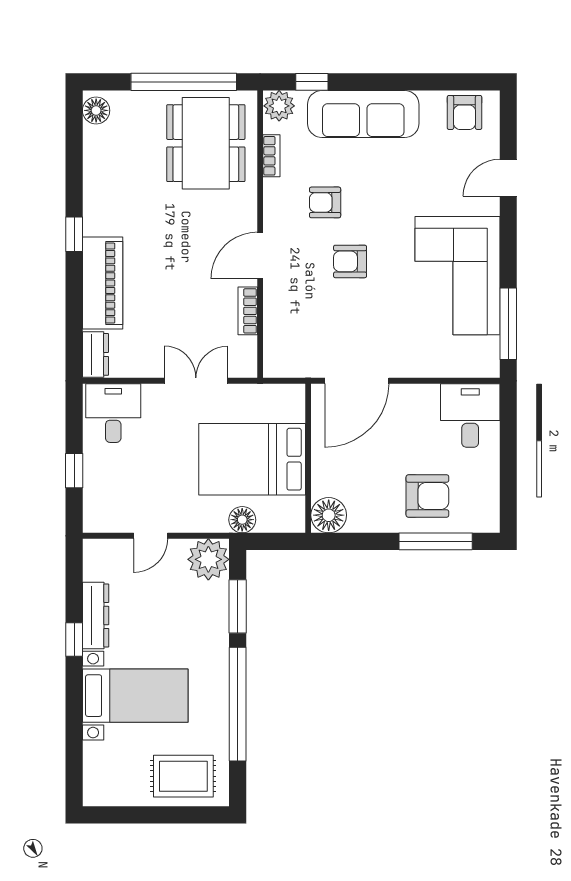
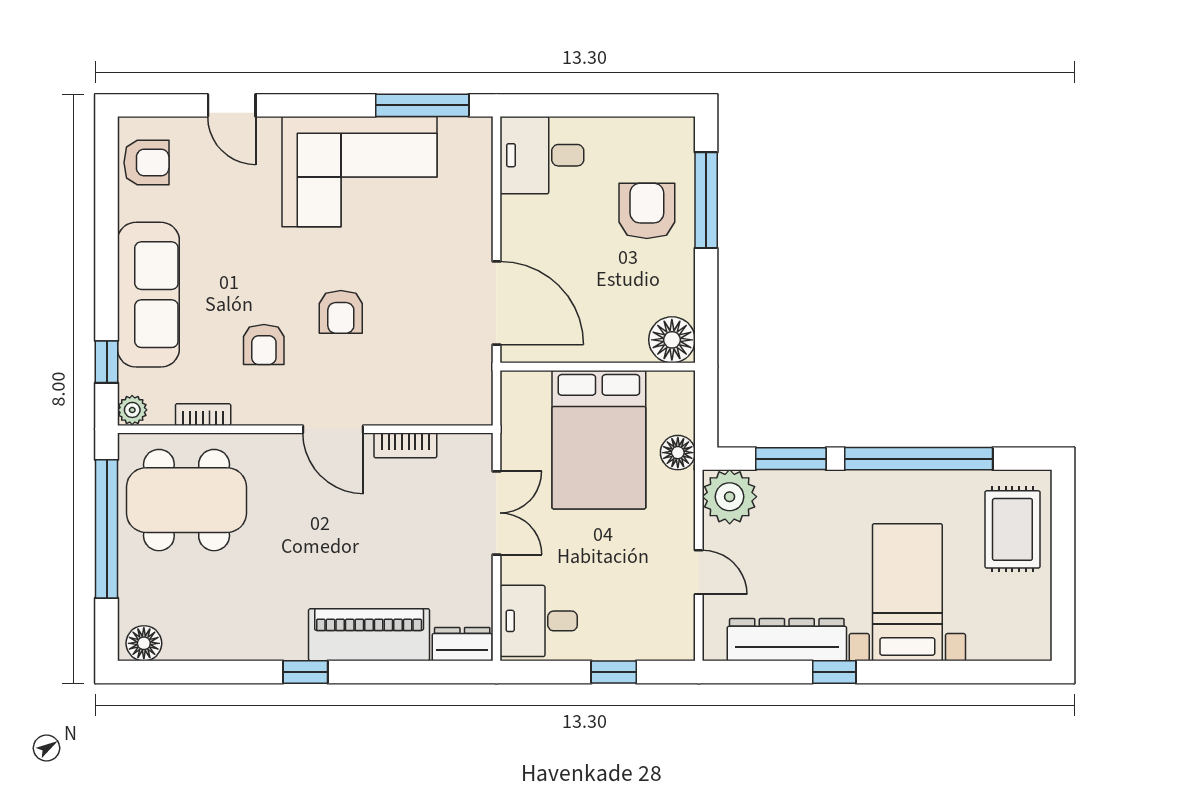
plant: (279, 106) -> (132, 410), width x0.73, depth x0.73
double door: (196, 381) -> (496, 513), swing flipped
dresser: (96, 615) -> (787, 640), width x1.37, depth x1.24

